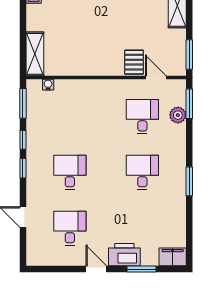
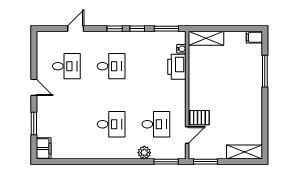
plant: (178, 115) -> (144, 153), moved
window: (189, 181) -> (104, 162), removed
printer: (124, 255) -> (177, 67), moved, turned 180
door: (96, 269) -> (34, 87), hinge flipped

